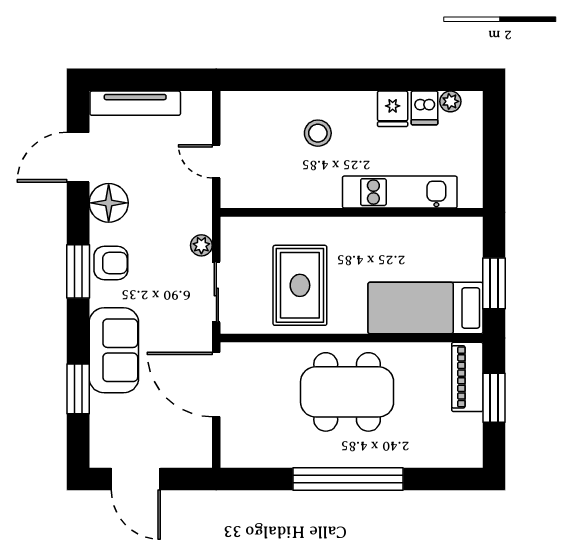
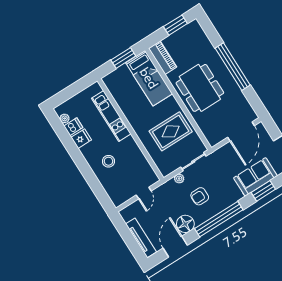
door: (78, 157) -> (175, 247), swing flipped
armchair: (111, 263) -> (200, 196), moved, turned -90
window: (78, 271) -> (219, 219), width x2.11
sofa: (114, 350) -> (255, 177), moved
piano: (467, 377) -> (163, 58), moved, turned -90
door: (216, 384) -> (241, 131), moved
window: (494, 398) -> (175, 25), moved

